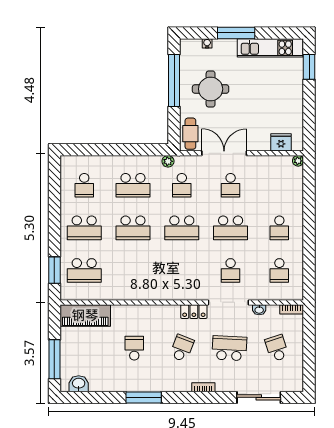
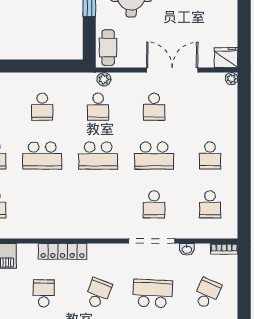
fridge: (281, 142) -> (226, 58), moved
double door: (224, 153) -> (172, 70), moved
plant: (168, 161) -> (104, 79), moved
school desk: (133, 185) -> (42, 107), width x0.54
locker: (194, 312) -> (62, 251), moved, width x1.53
school desk: (277, 348) -> (207, 293), turned 42

